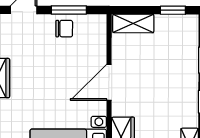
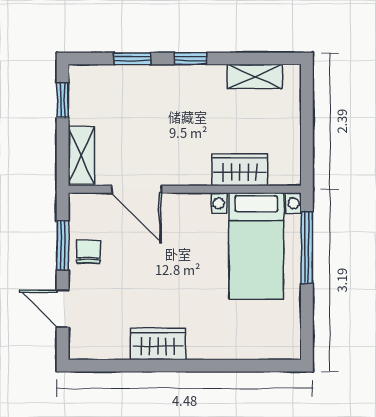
door: (109, 82) -> (136, 189), moved

